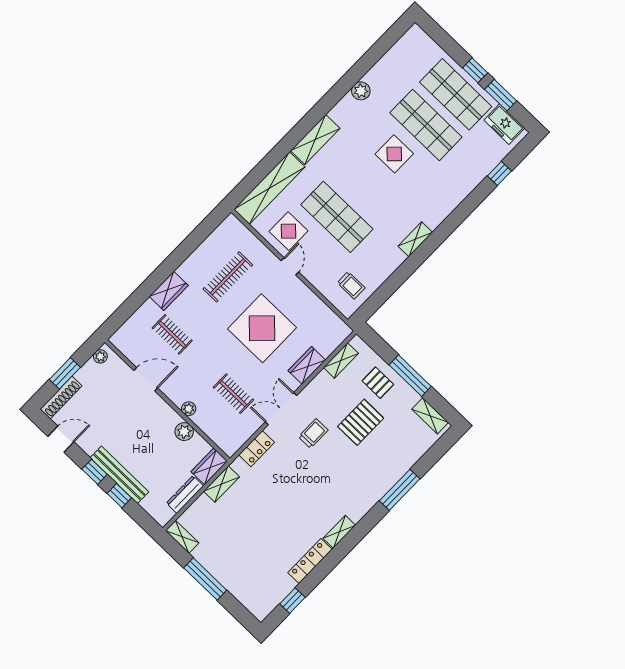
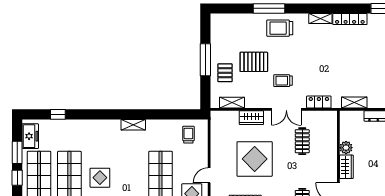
plant: (189, 409) -> (332, 157), removed
shelving: (430, 416) -> (216, 30), removed
wardrobe: (209, 466) -> (346, 167), moved, turned -90
trolley: (369, 482) -> (280, 28), added

